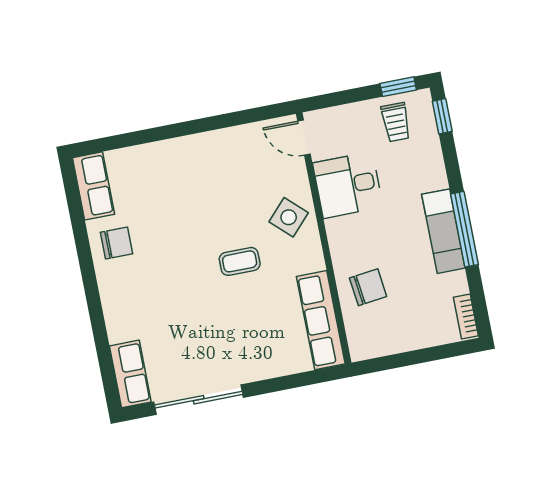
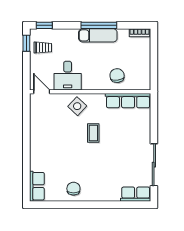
door: (304, 138) -> (42, 92), swing flipped
row of seats: (94, 186) -> (37, 186), moved, turned 90

